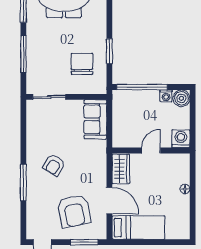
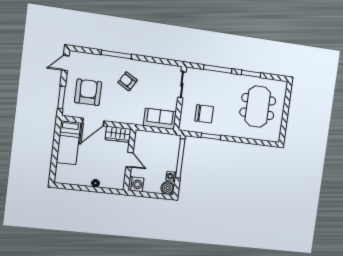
armchair: (74, 211) -> (88, 92), turned 101

